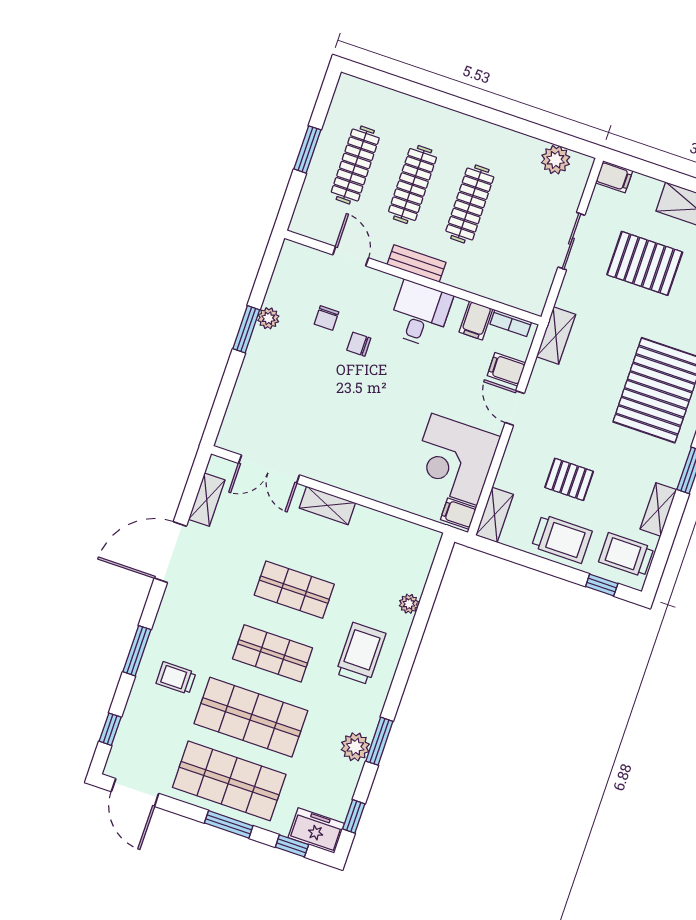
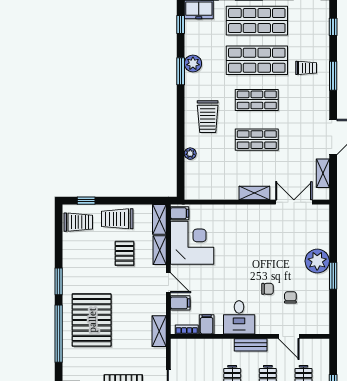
plant: (268, 318) -> (317, 261), moved, width x1.88, depth x1.88
pallet: (569, 479) -> (124, 253), turned 90
shelving: (658, 509) -> (160, 250), moved

